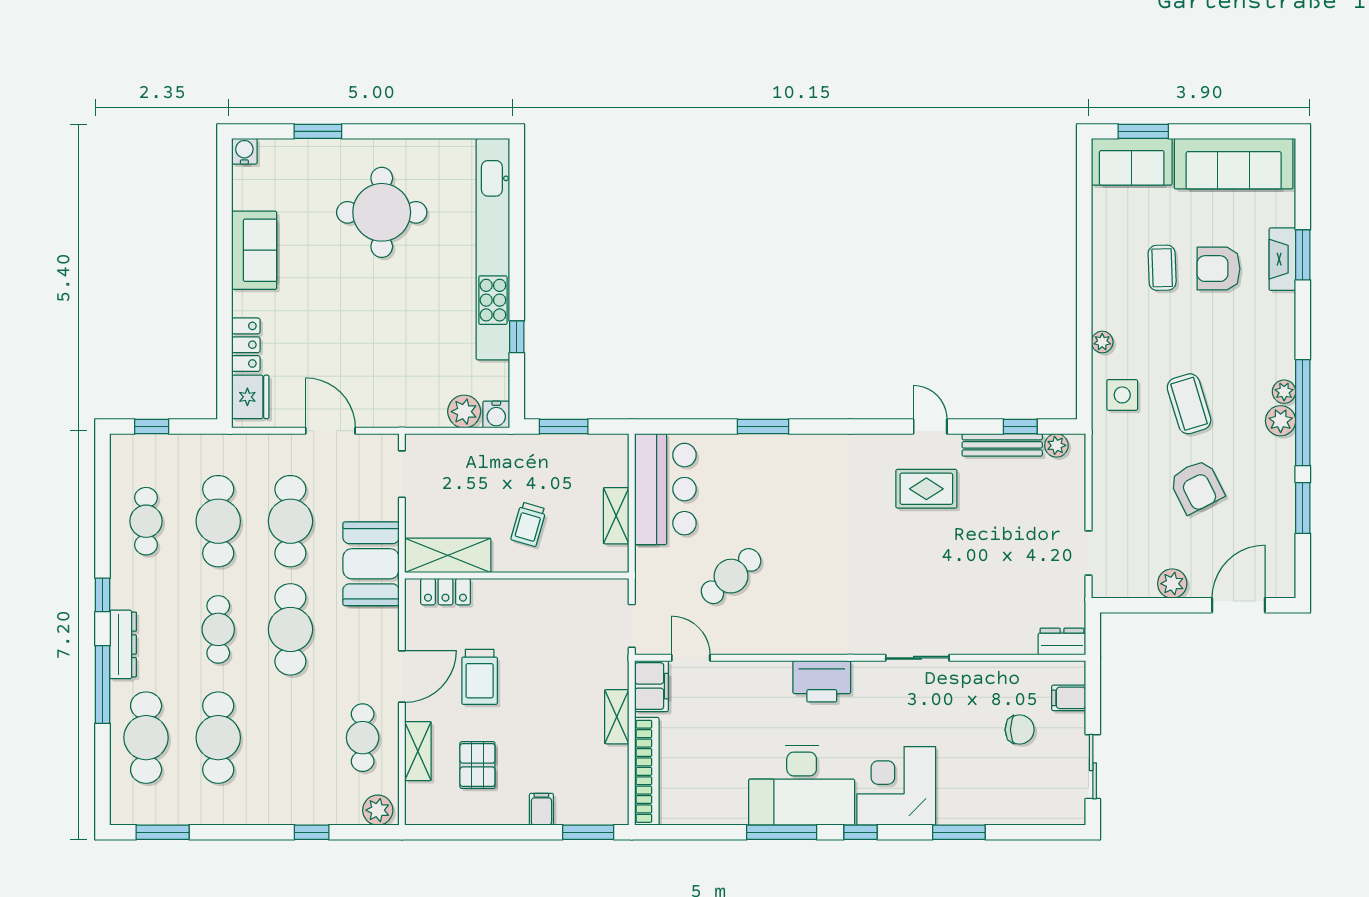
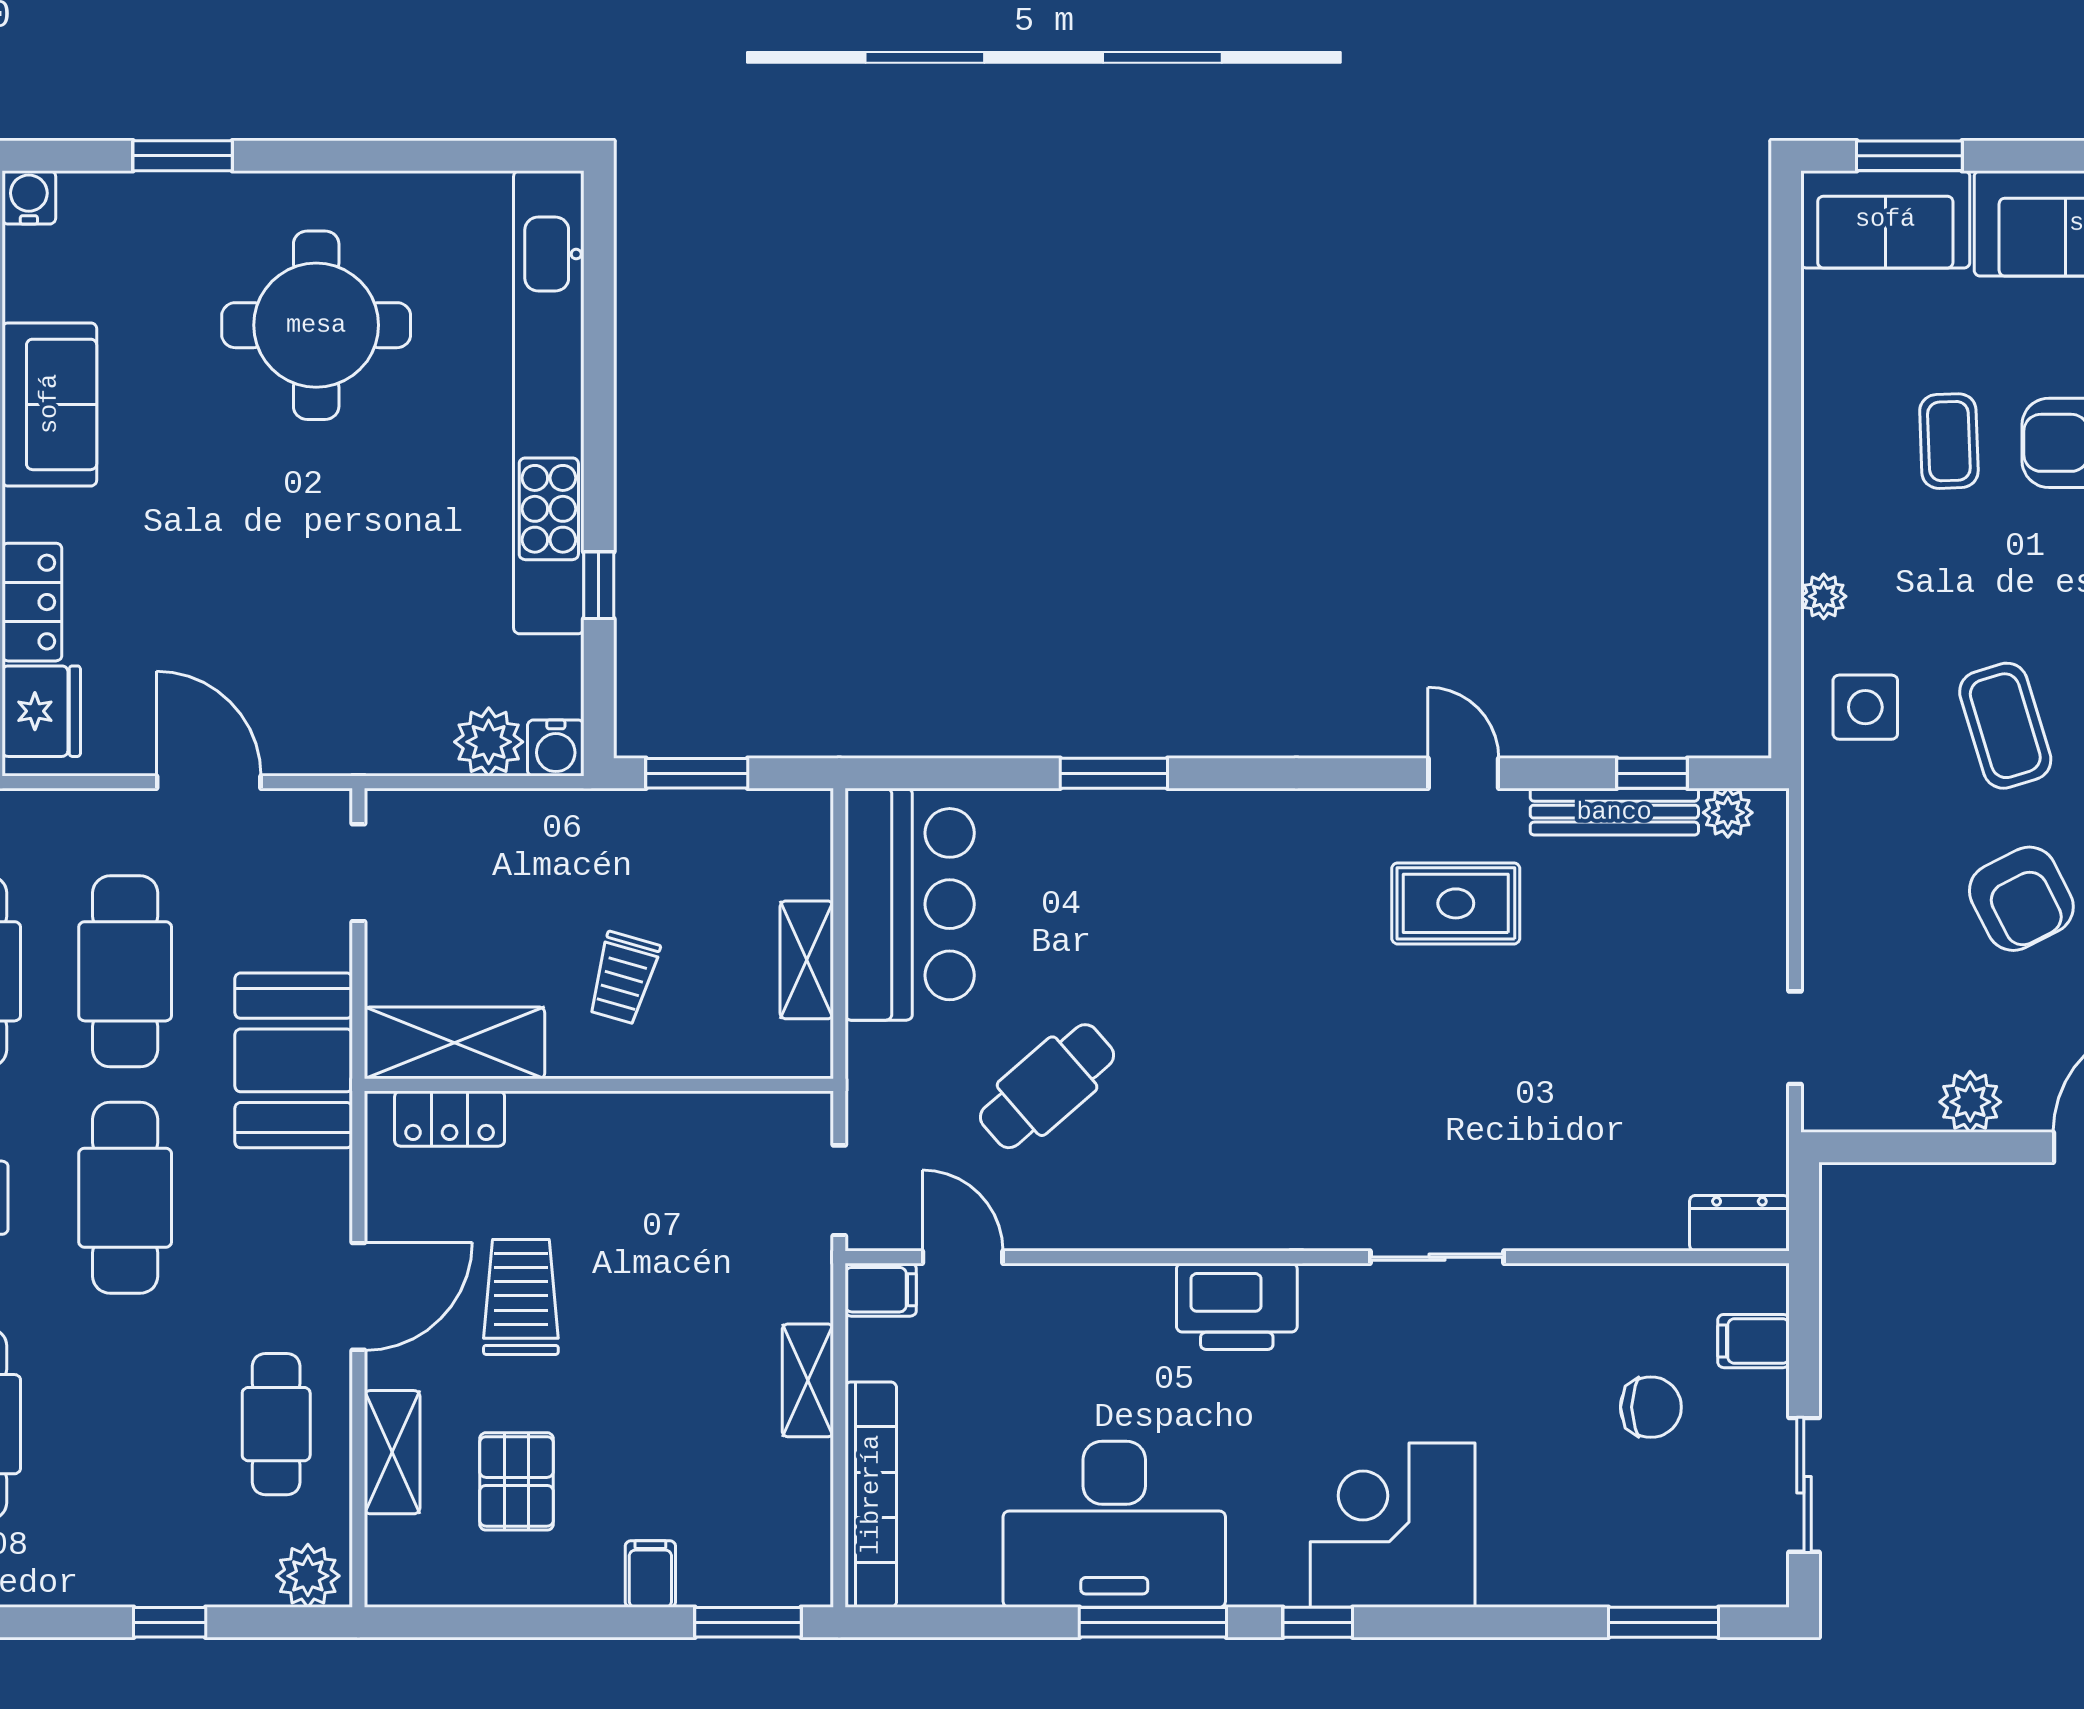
trolley: (480, 677) -> (521, 1297), turned 180
filing cabinet: (652, 686) -> (881, 1290), width x0.50
desk: (802, 785) -> (1114, 1524), moved
window: (959, 832) -> (1663, 1622), moved

